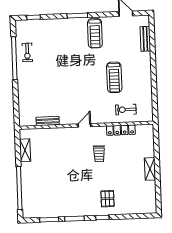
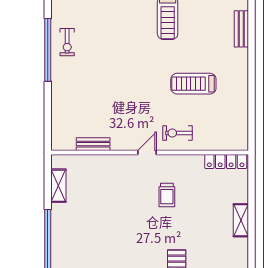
treadmill: (114, 77) -> (193, 84), turned 90
exercise bike: (126, 110) -> (178, 133), moved
locker: (121, 130) -> (226, 161), moved

